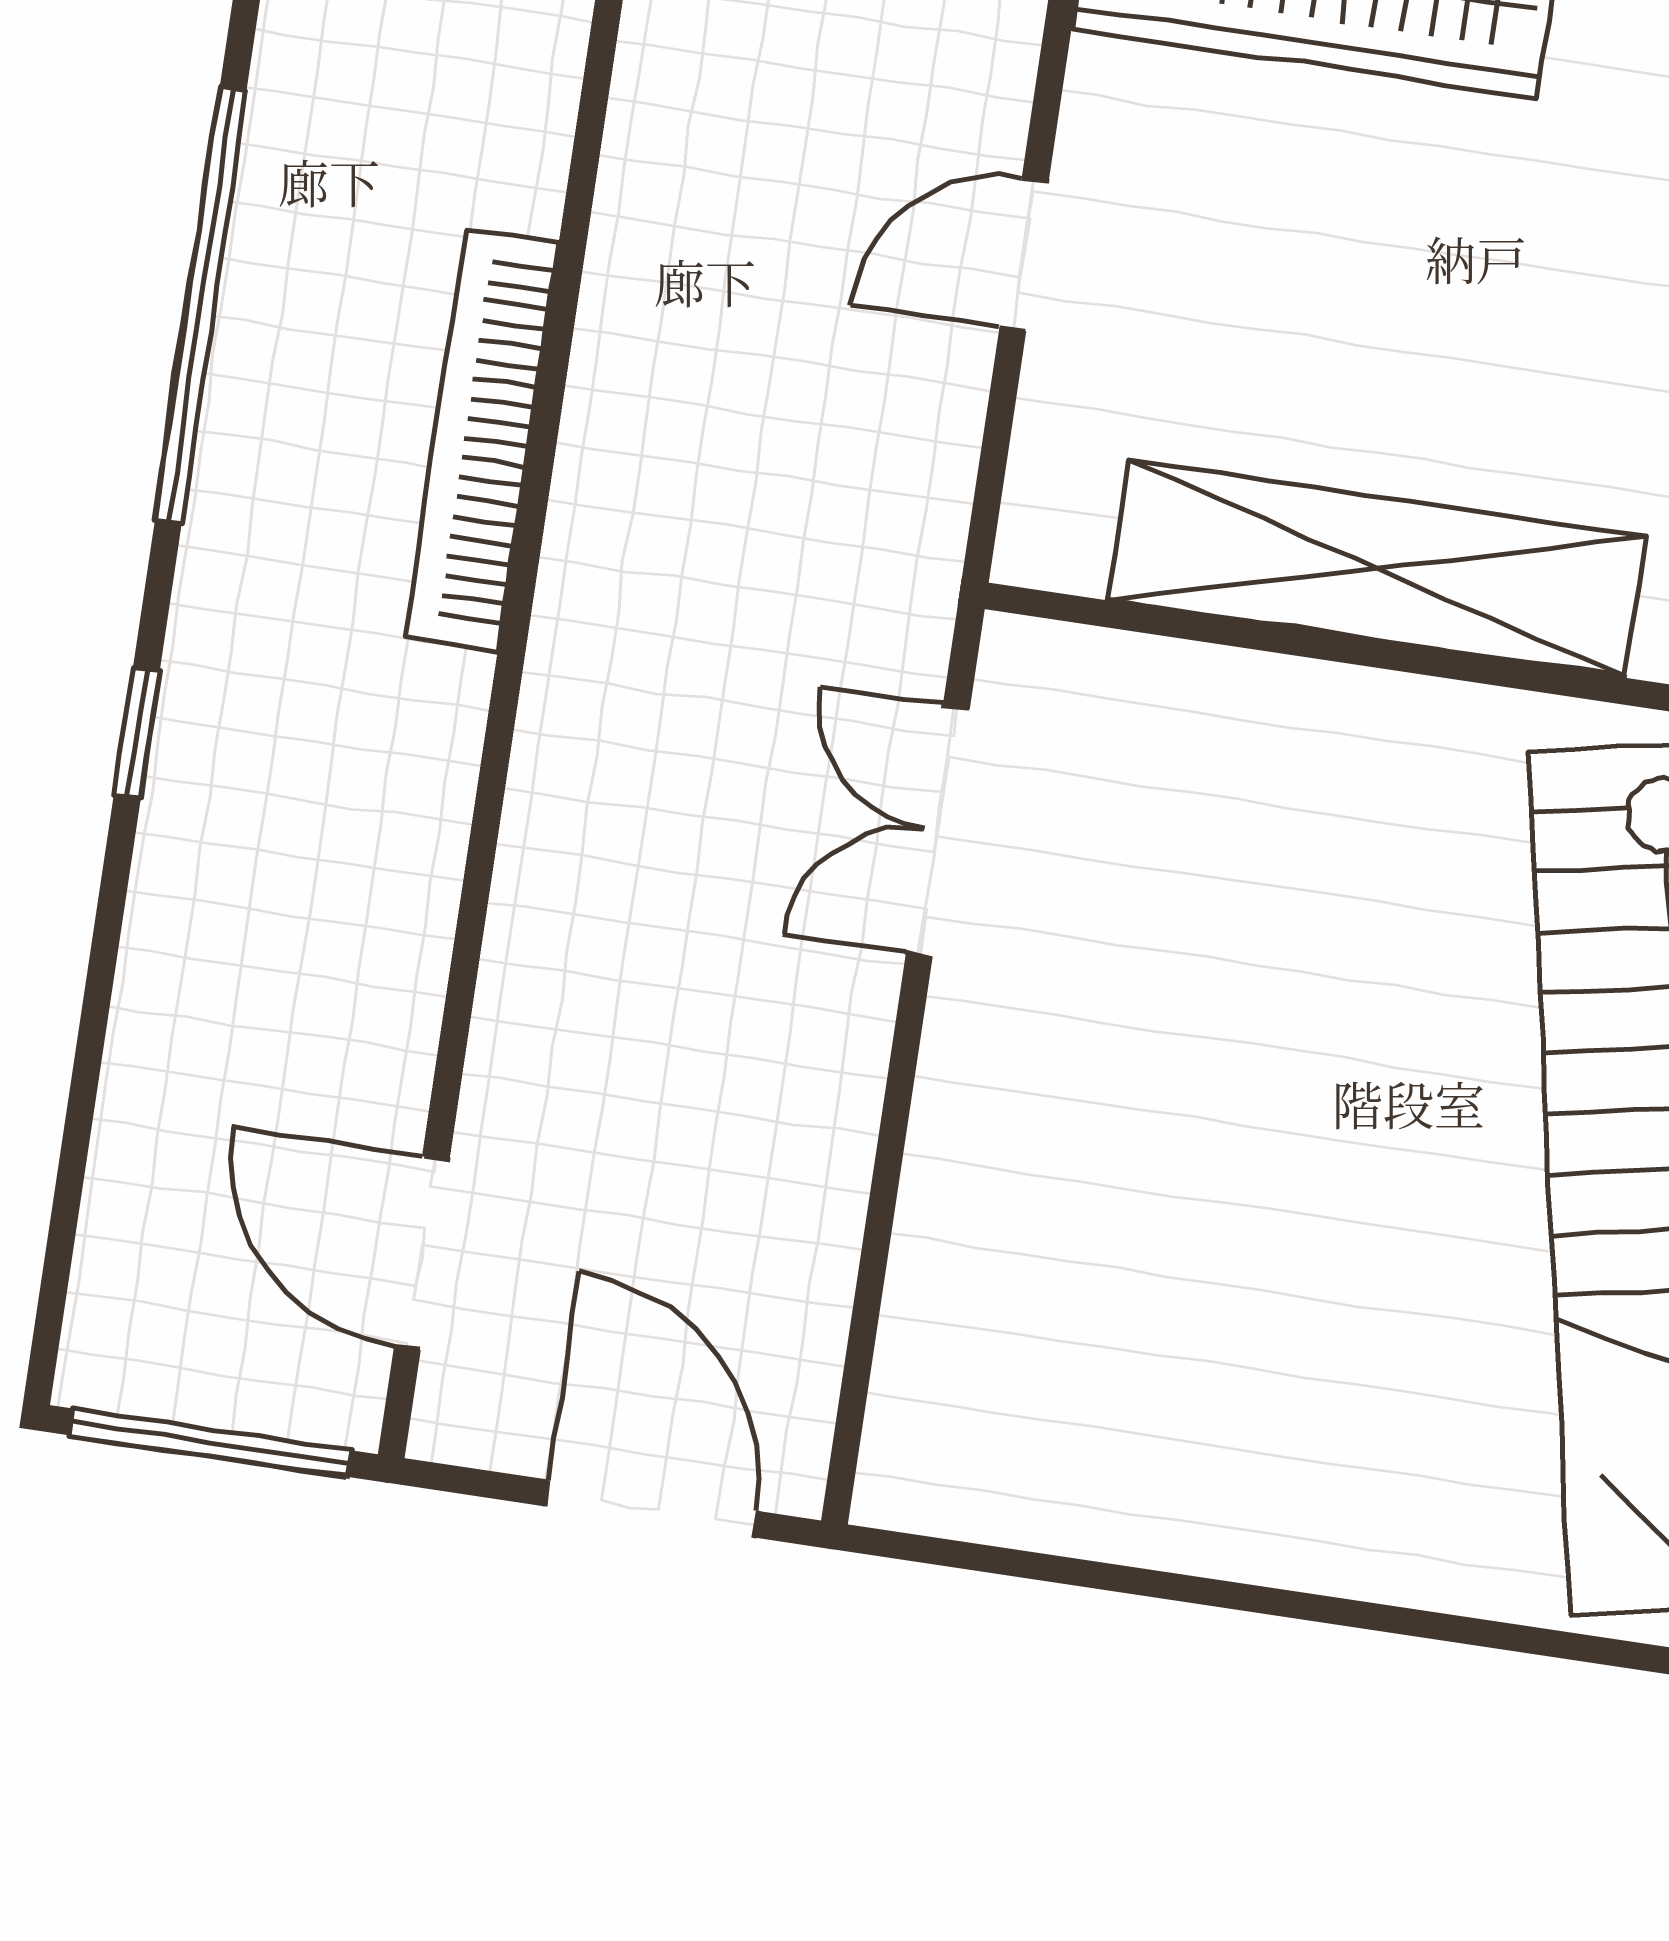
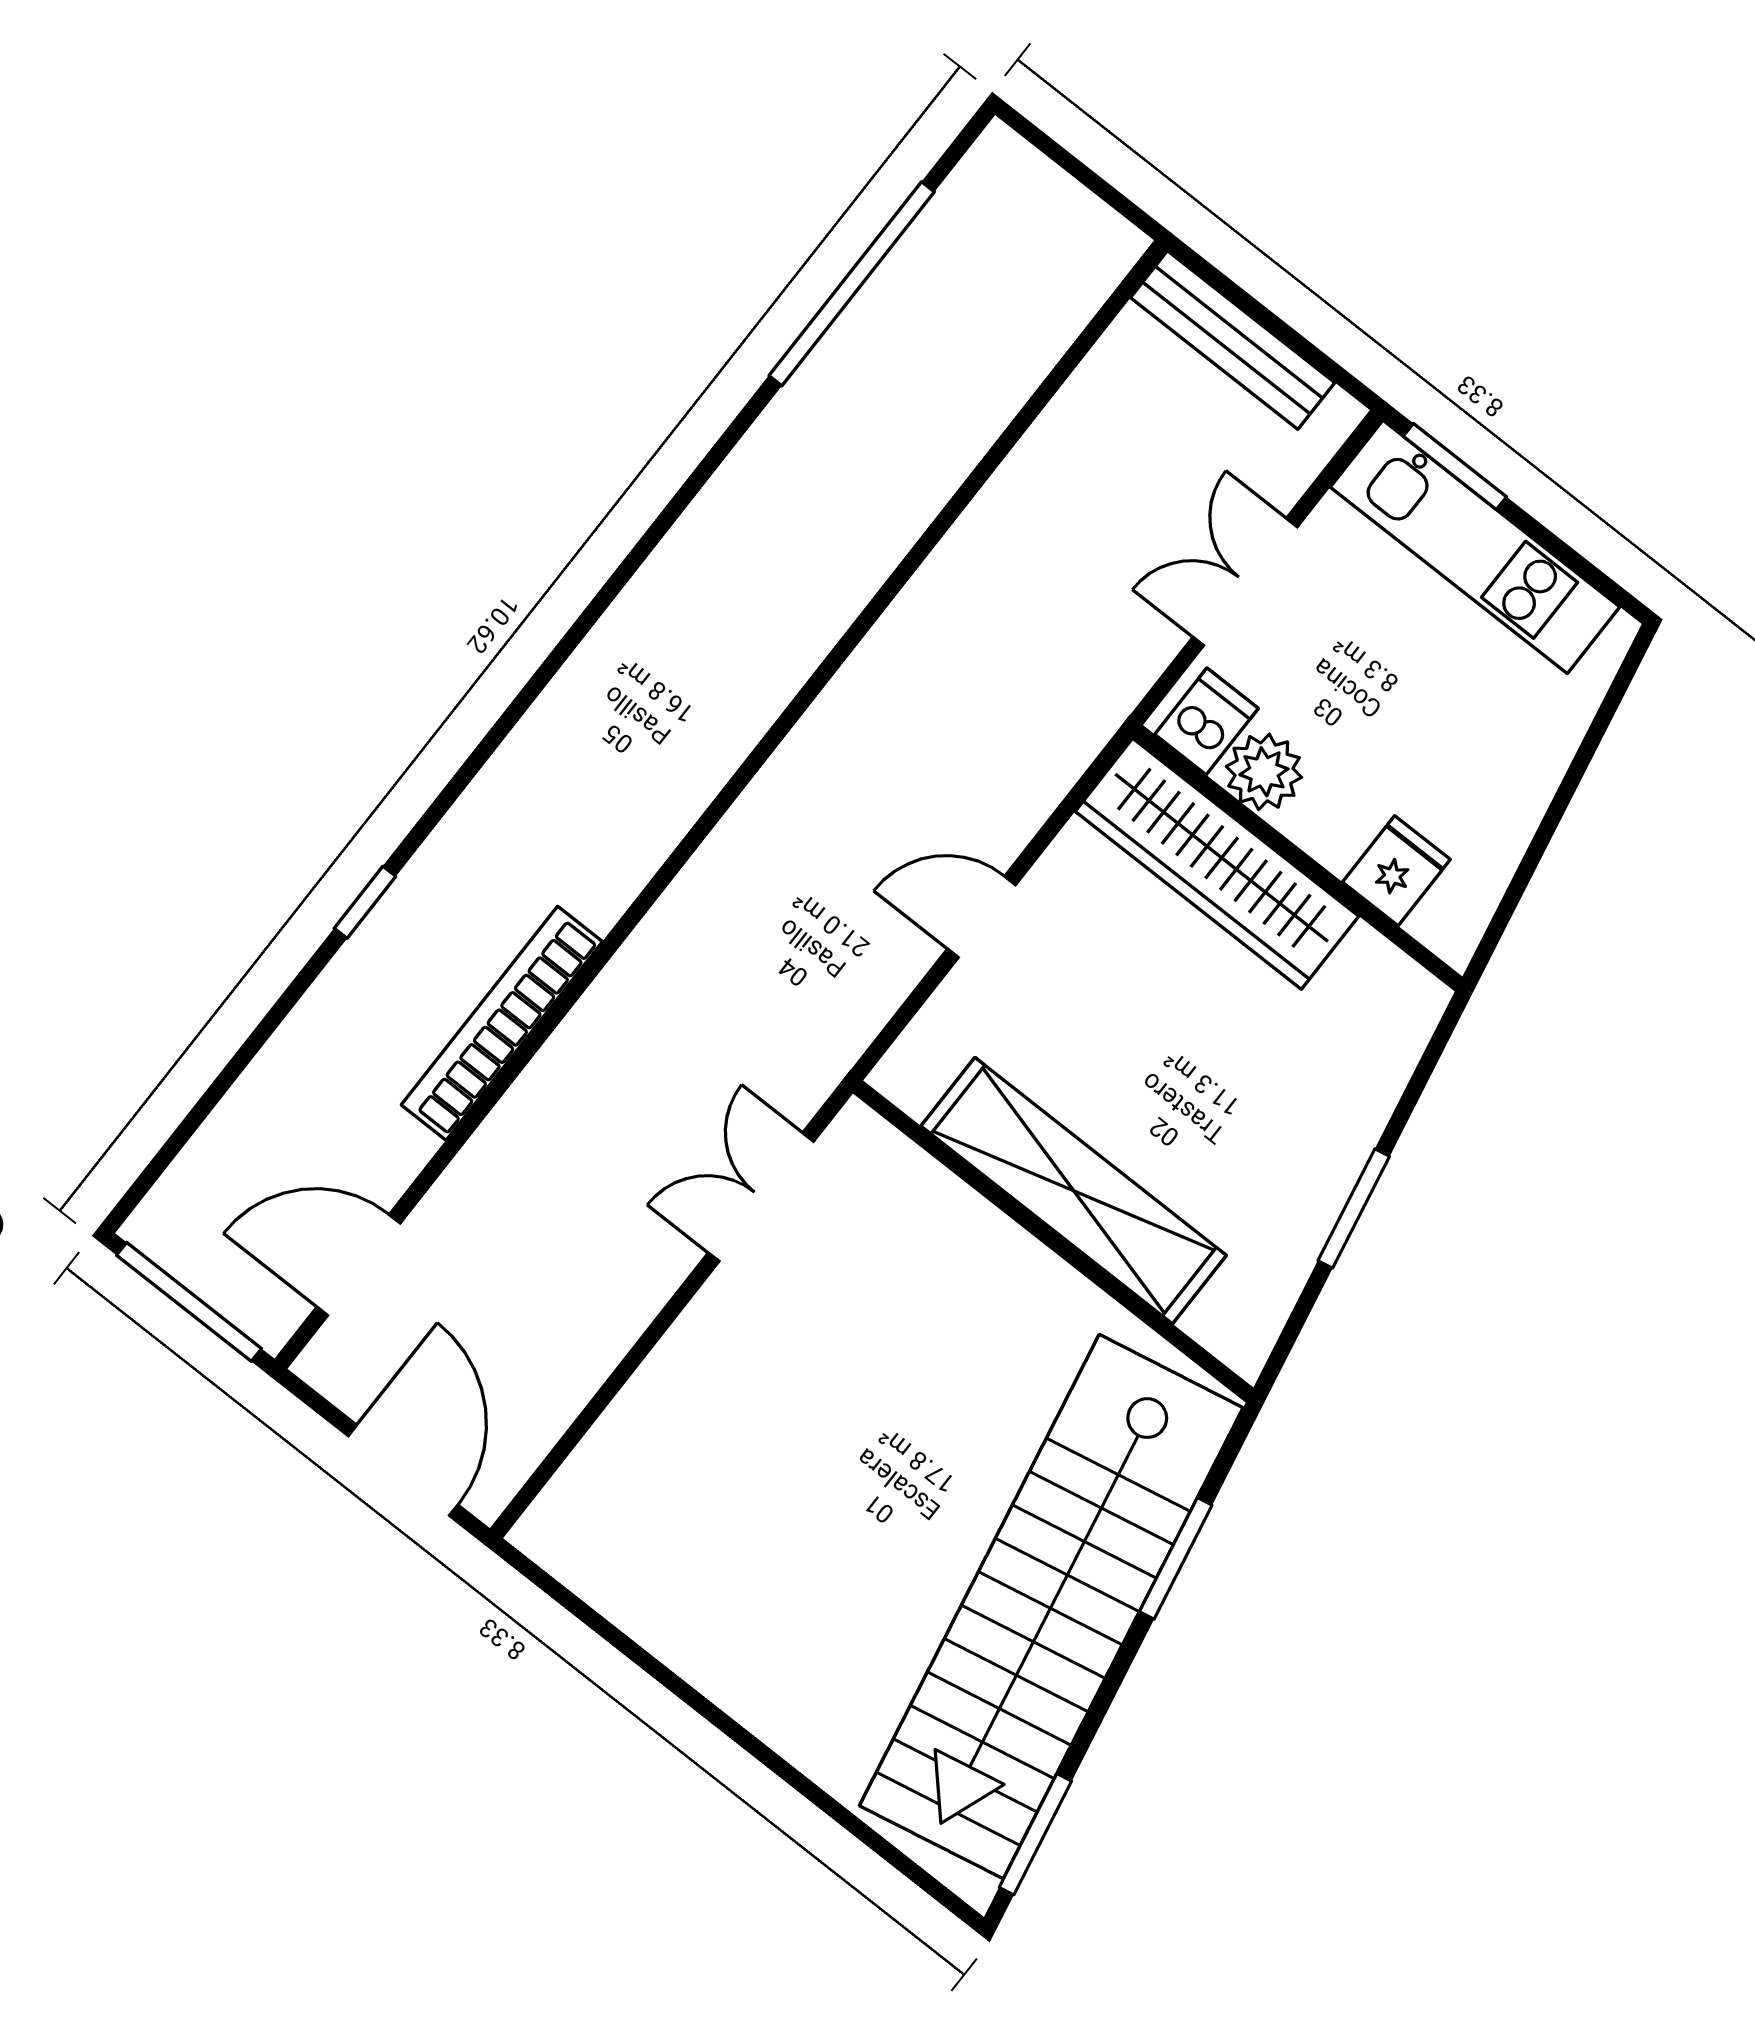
window: (201, 305) -> (529, 694), removed
bookcase: (482, 440) -> (502, 1023), moved
door: (422, 1253) -> (359, 1265), hinge flipped

